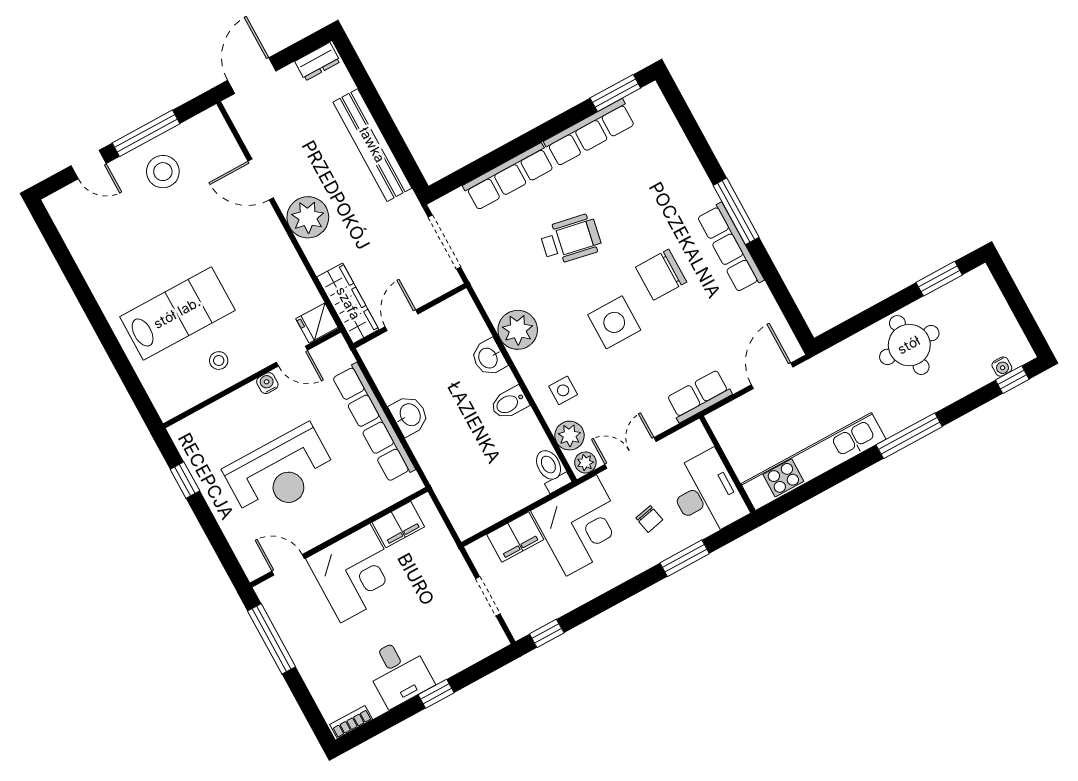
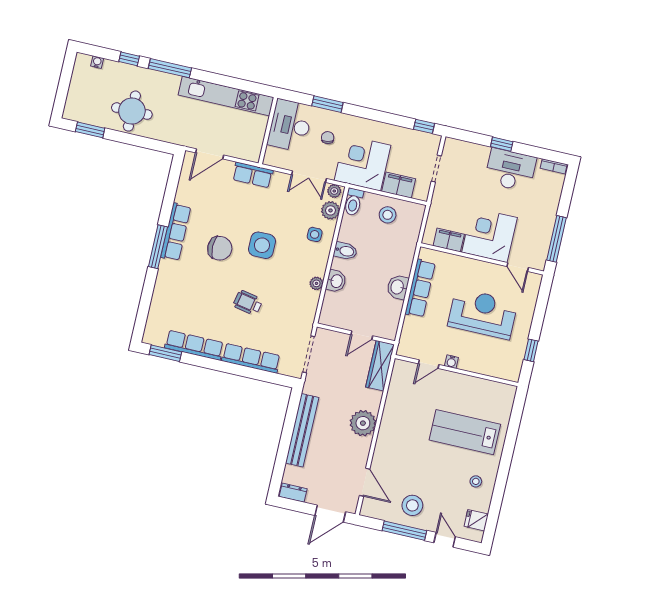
door: (261, 180) -> (365, 482), moved
wheelchair: (571, 239) -> (248, 303), width x0.73, depth x0.73
fridge: (317, 323) -> (476, 520), moved, turned 180
plant: (518, 330) -> (316, 283), width x0.53, depth x0.53
door: (292, 356) -> (429, 364), swing flipped
stool: (219, 361) -> (476, 481), moved
window: (1012, 380) -> (129, 59), moved
row of seats: (374, 423) -> (420, 288), width x0.73
stool: (497, 490) -> (388, 215), added
desk: (399, 672) -> (510, 170), width x1.37

